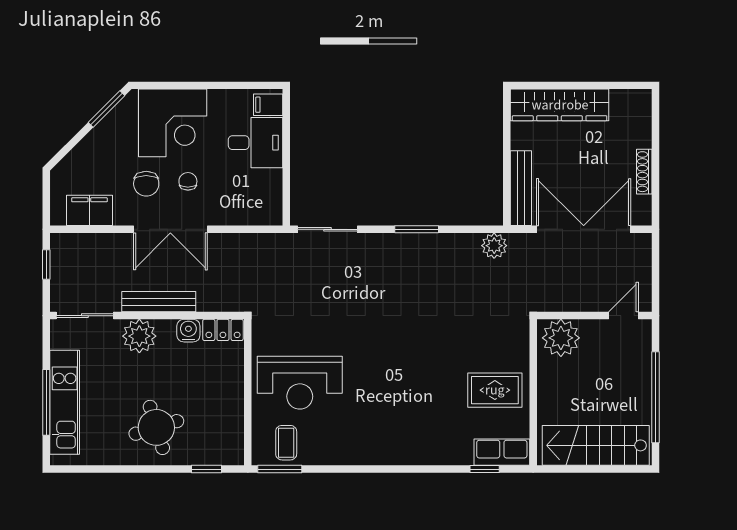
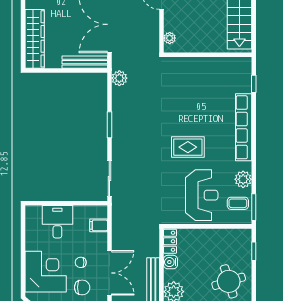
filing cabinet: (268, 105) -> (99, 225), moved, turned 90
plant: (561, 338) -> (170, 38), width x0.53, depth x0.53
rug: (495, 390) -> (188, 147), moved, turned 90
plant: (326, 451) -> (243, 179), added
row of seats: (502, 452) -> (244, 127), moved, width x2.02

